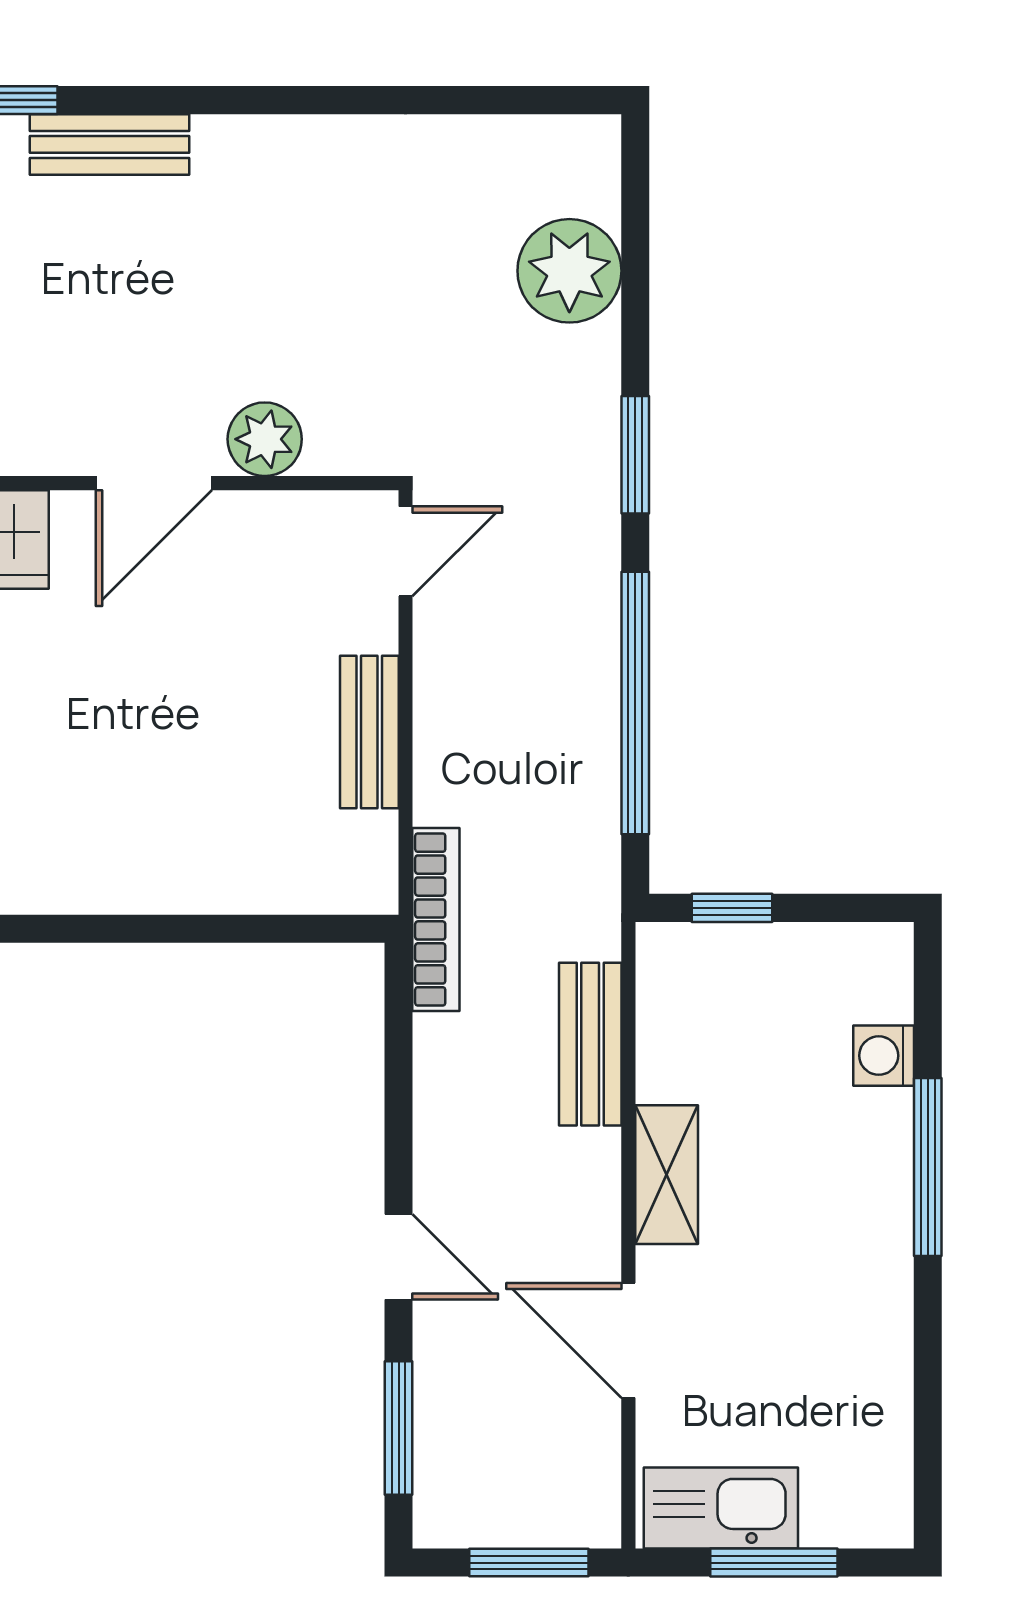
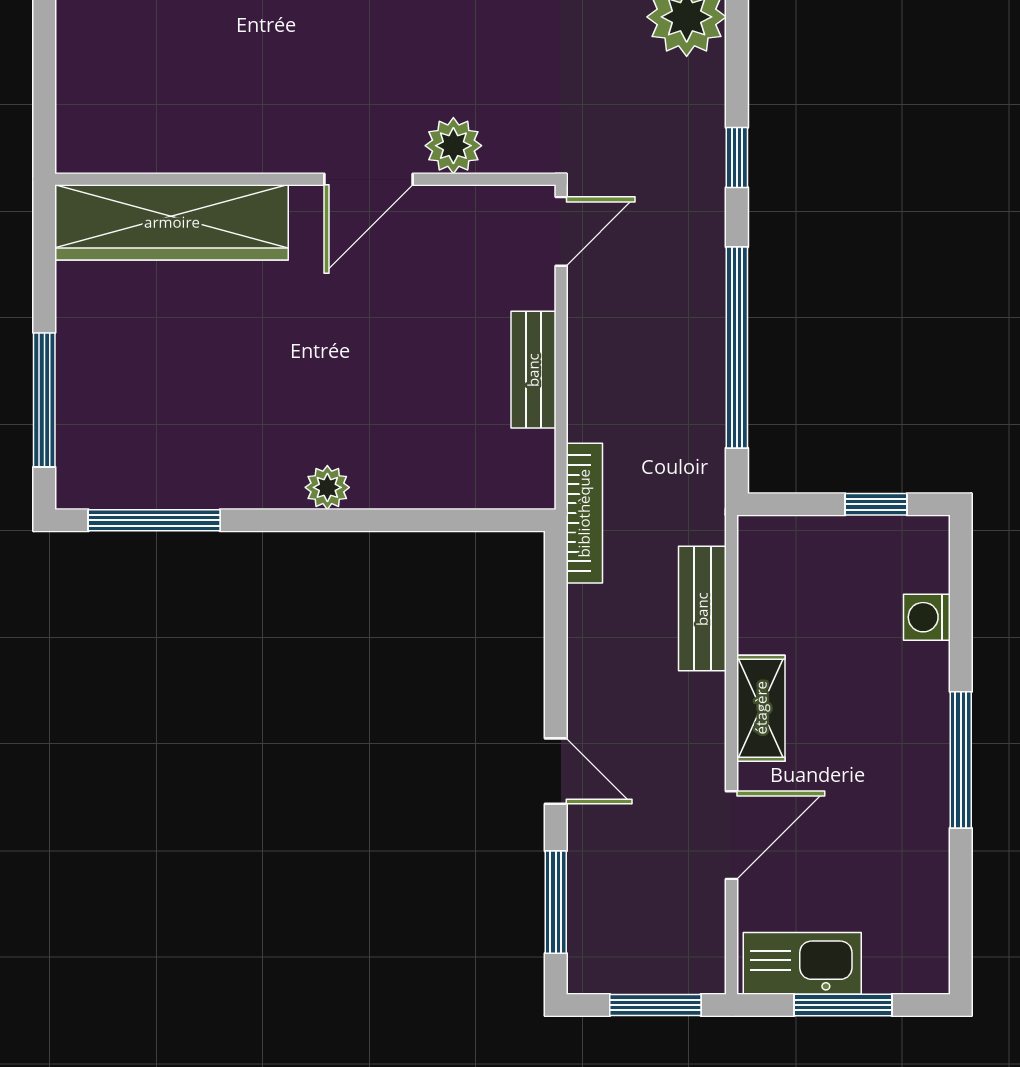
window: (635, 455) -> (737, 158), width x0.67
plant: (100, 886) -> (327, 487), added
window: (732, 908) -> (876, 504), moved
window: (928, 1167) -> (961, 760), moved
door: (628, 1340) -> (732, 835), swing flipped

